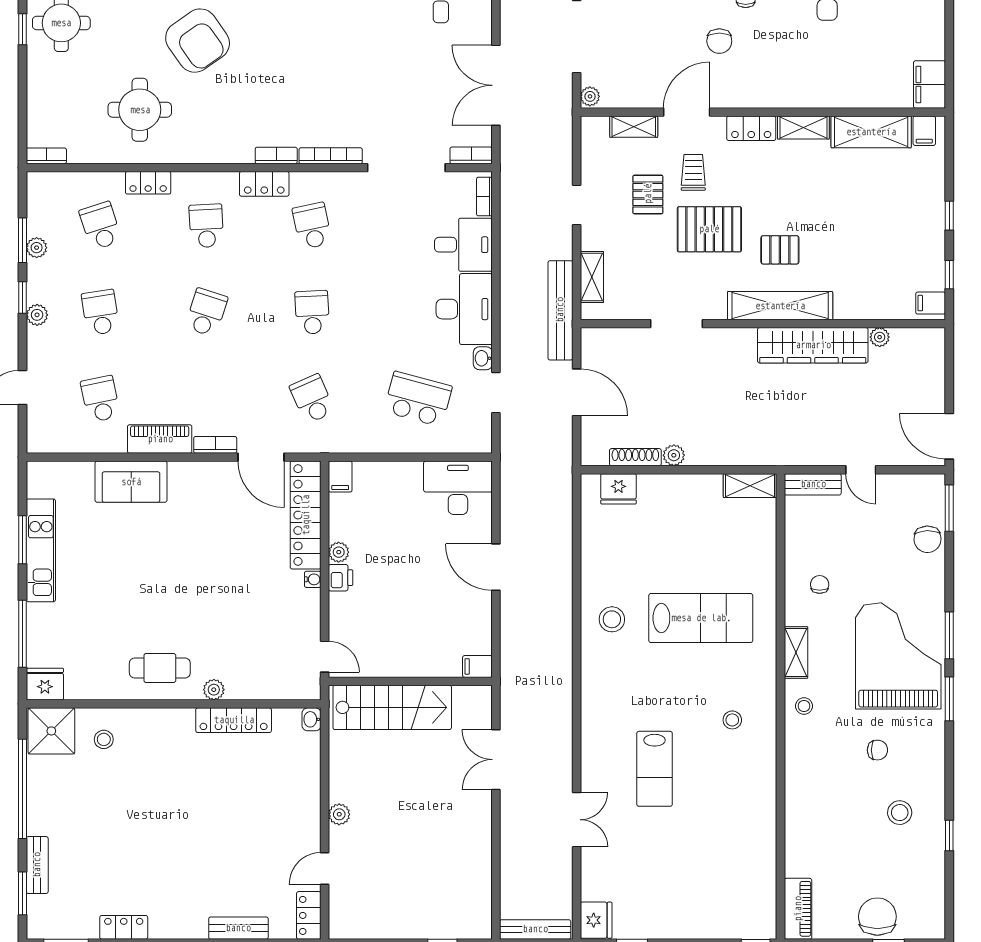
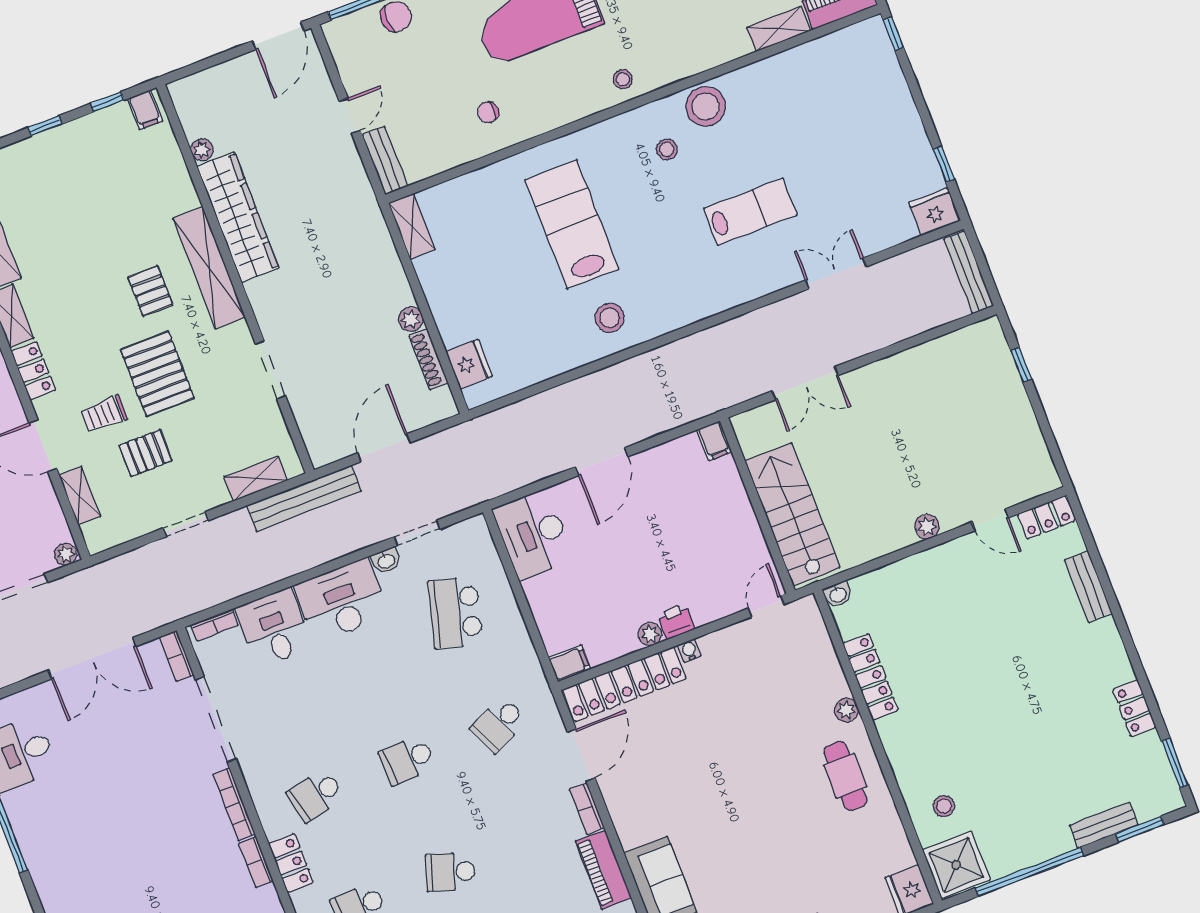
shelving: (796, 652) -> (779, 29), moved
stool: (755, 766) -> (706, 106), added

